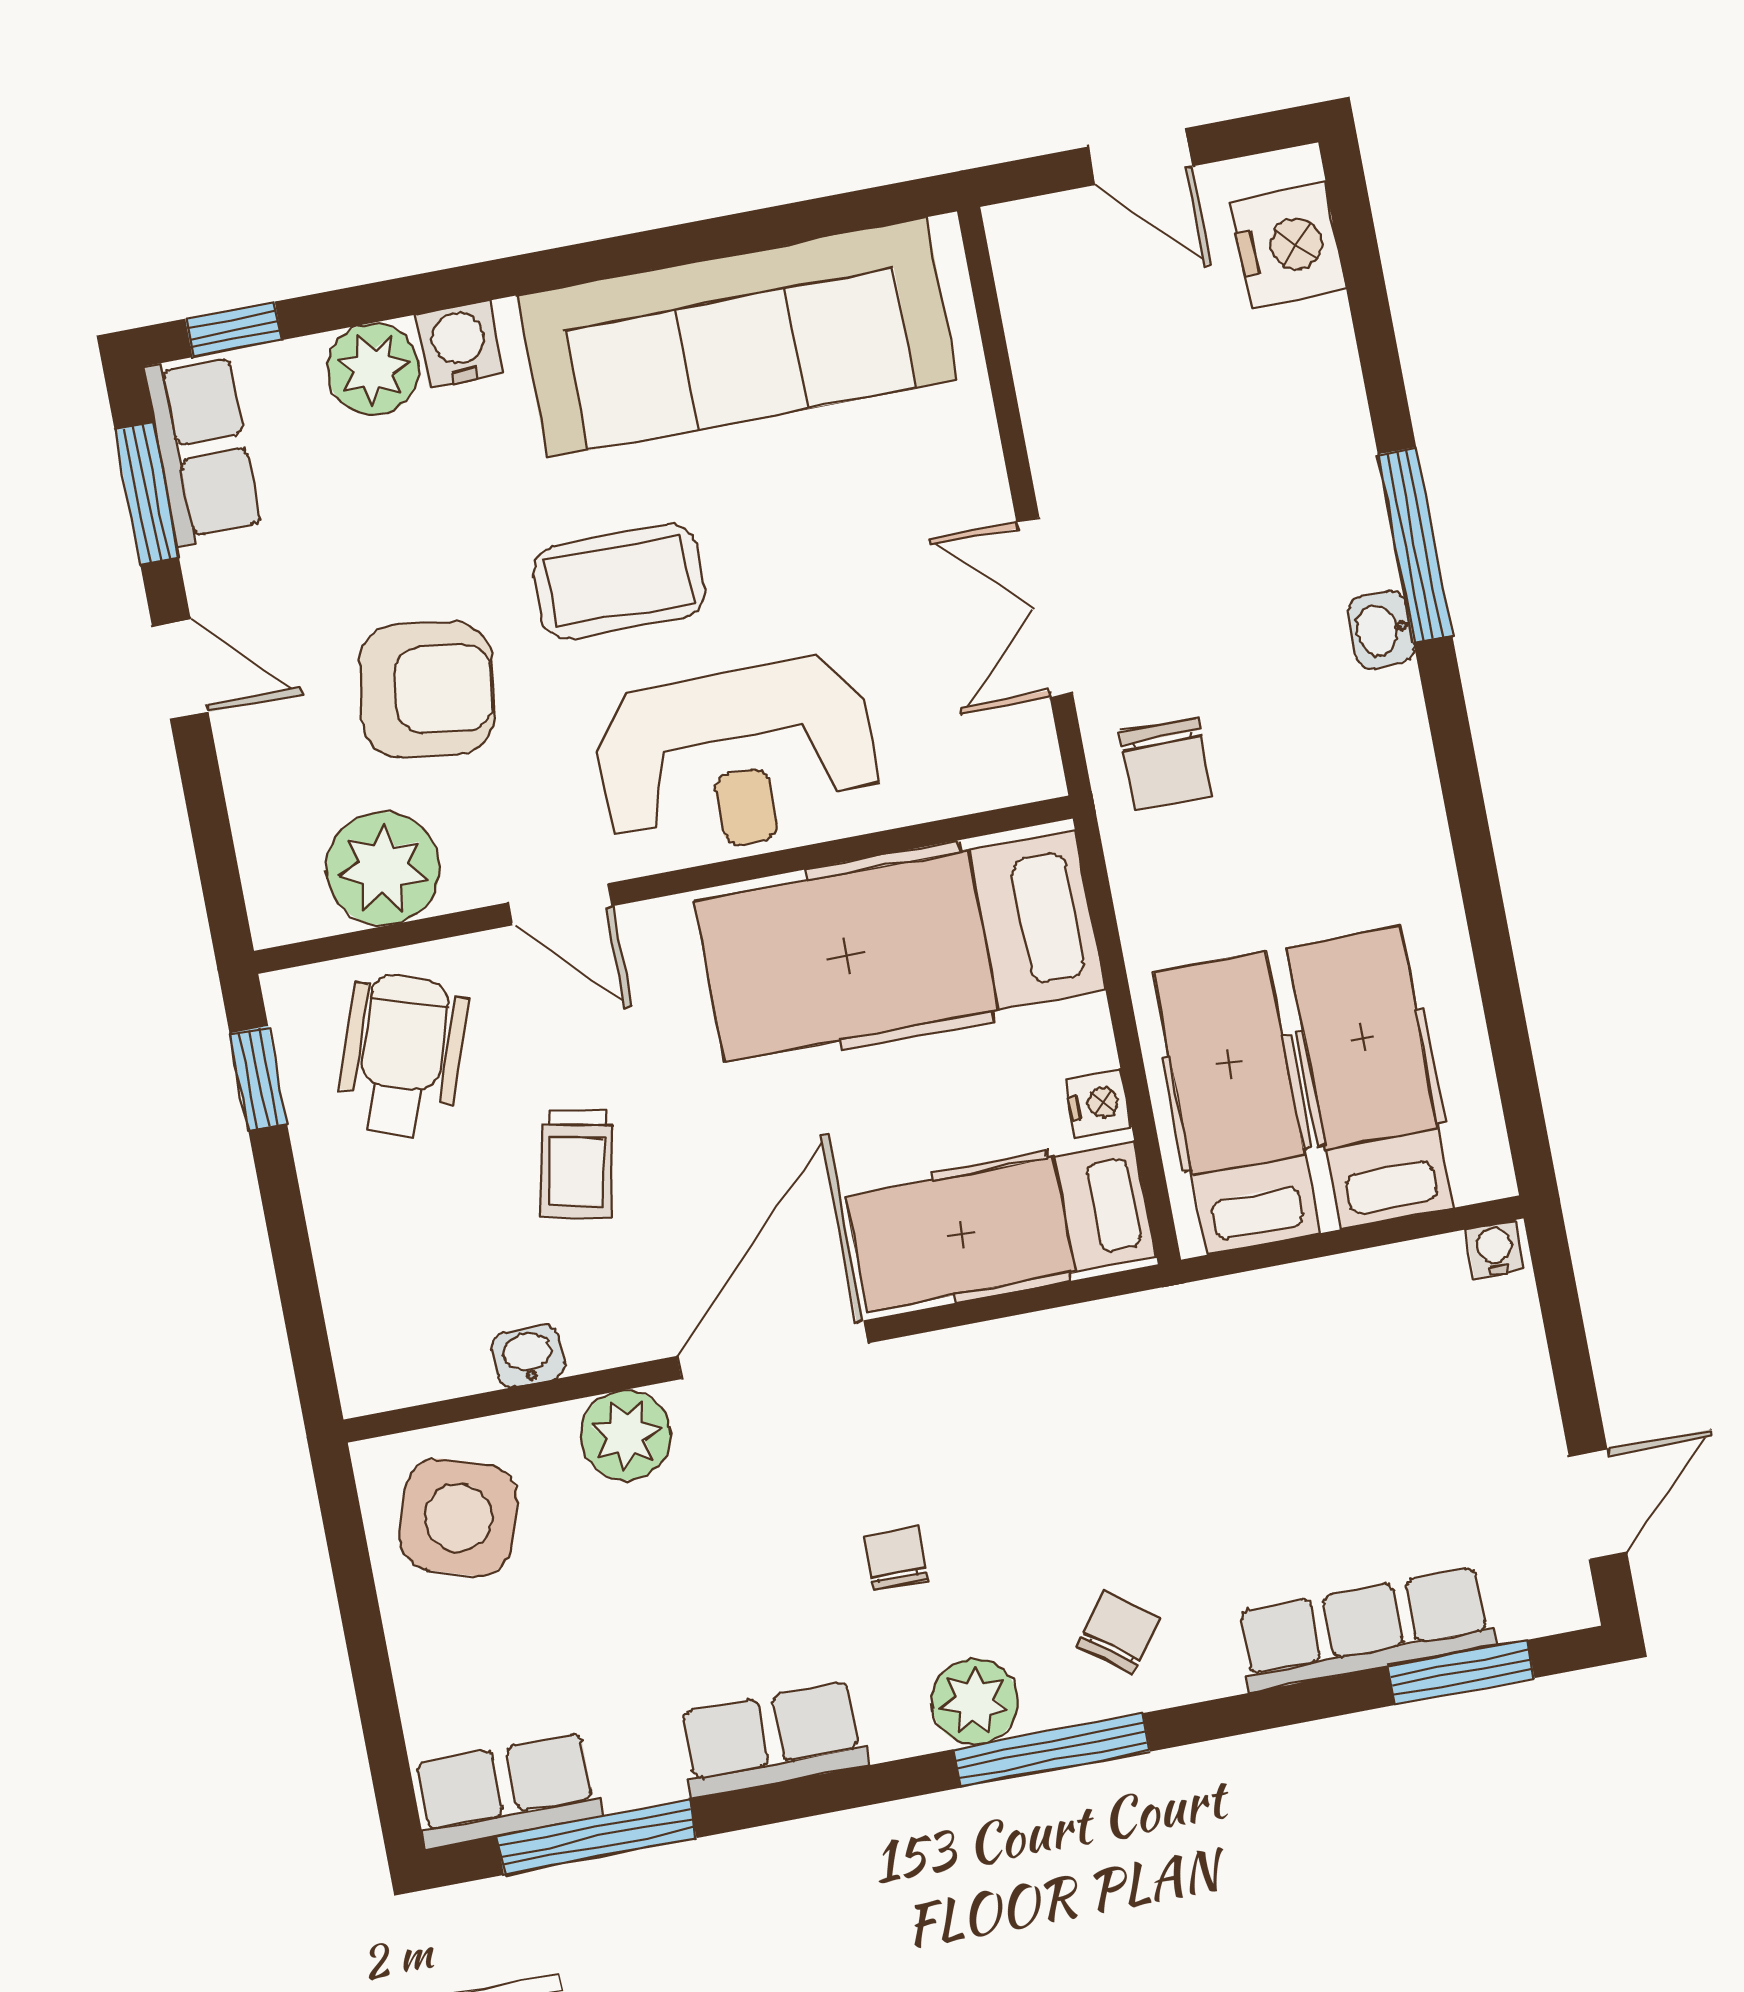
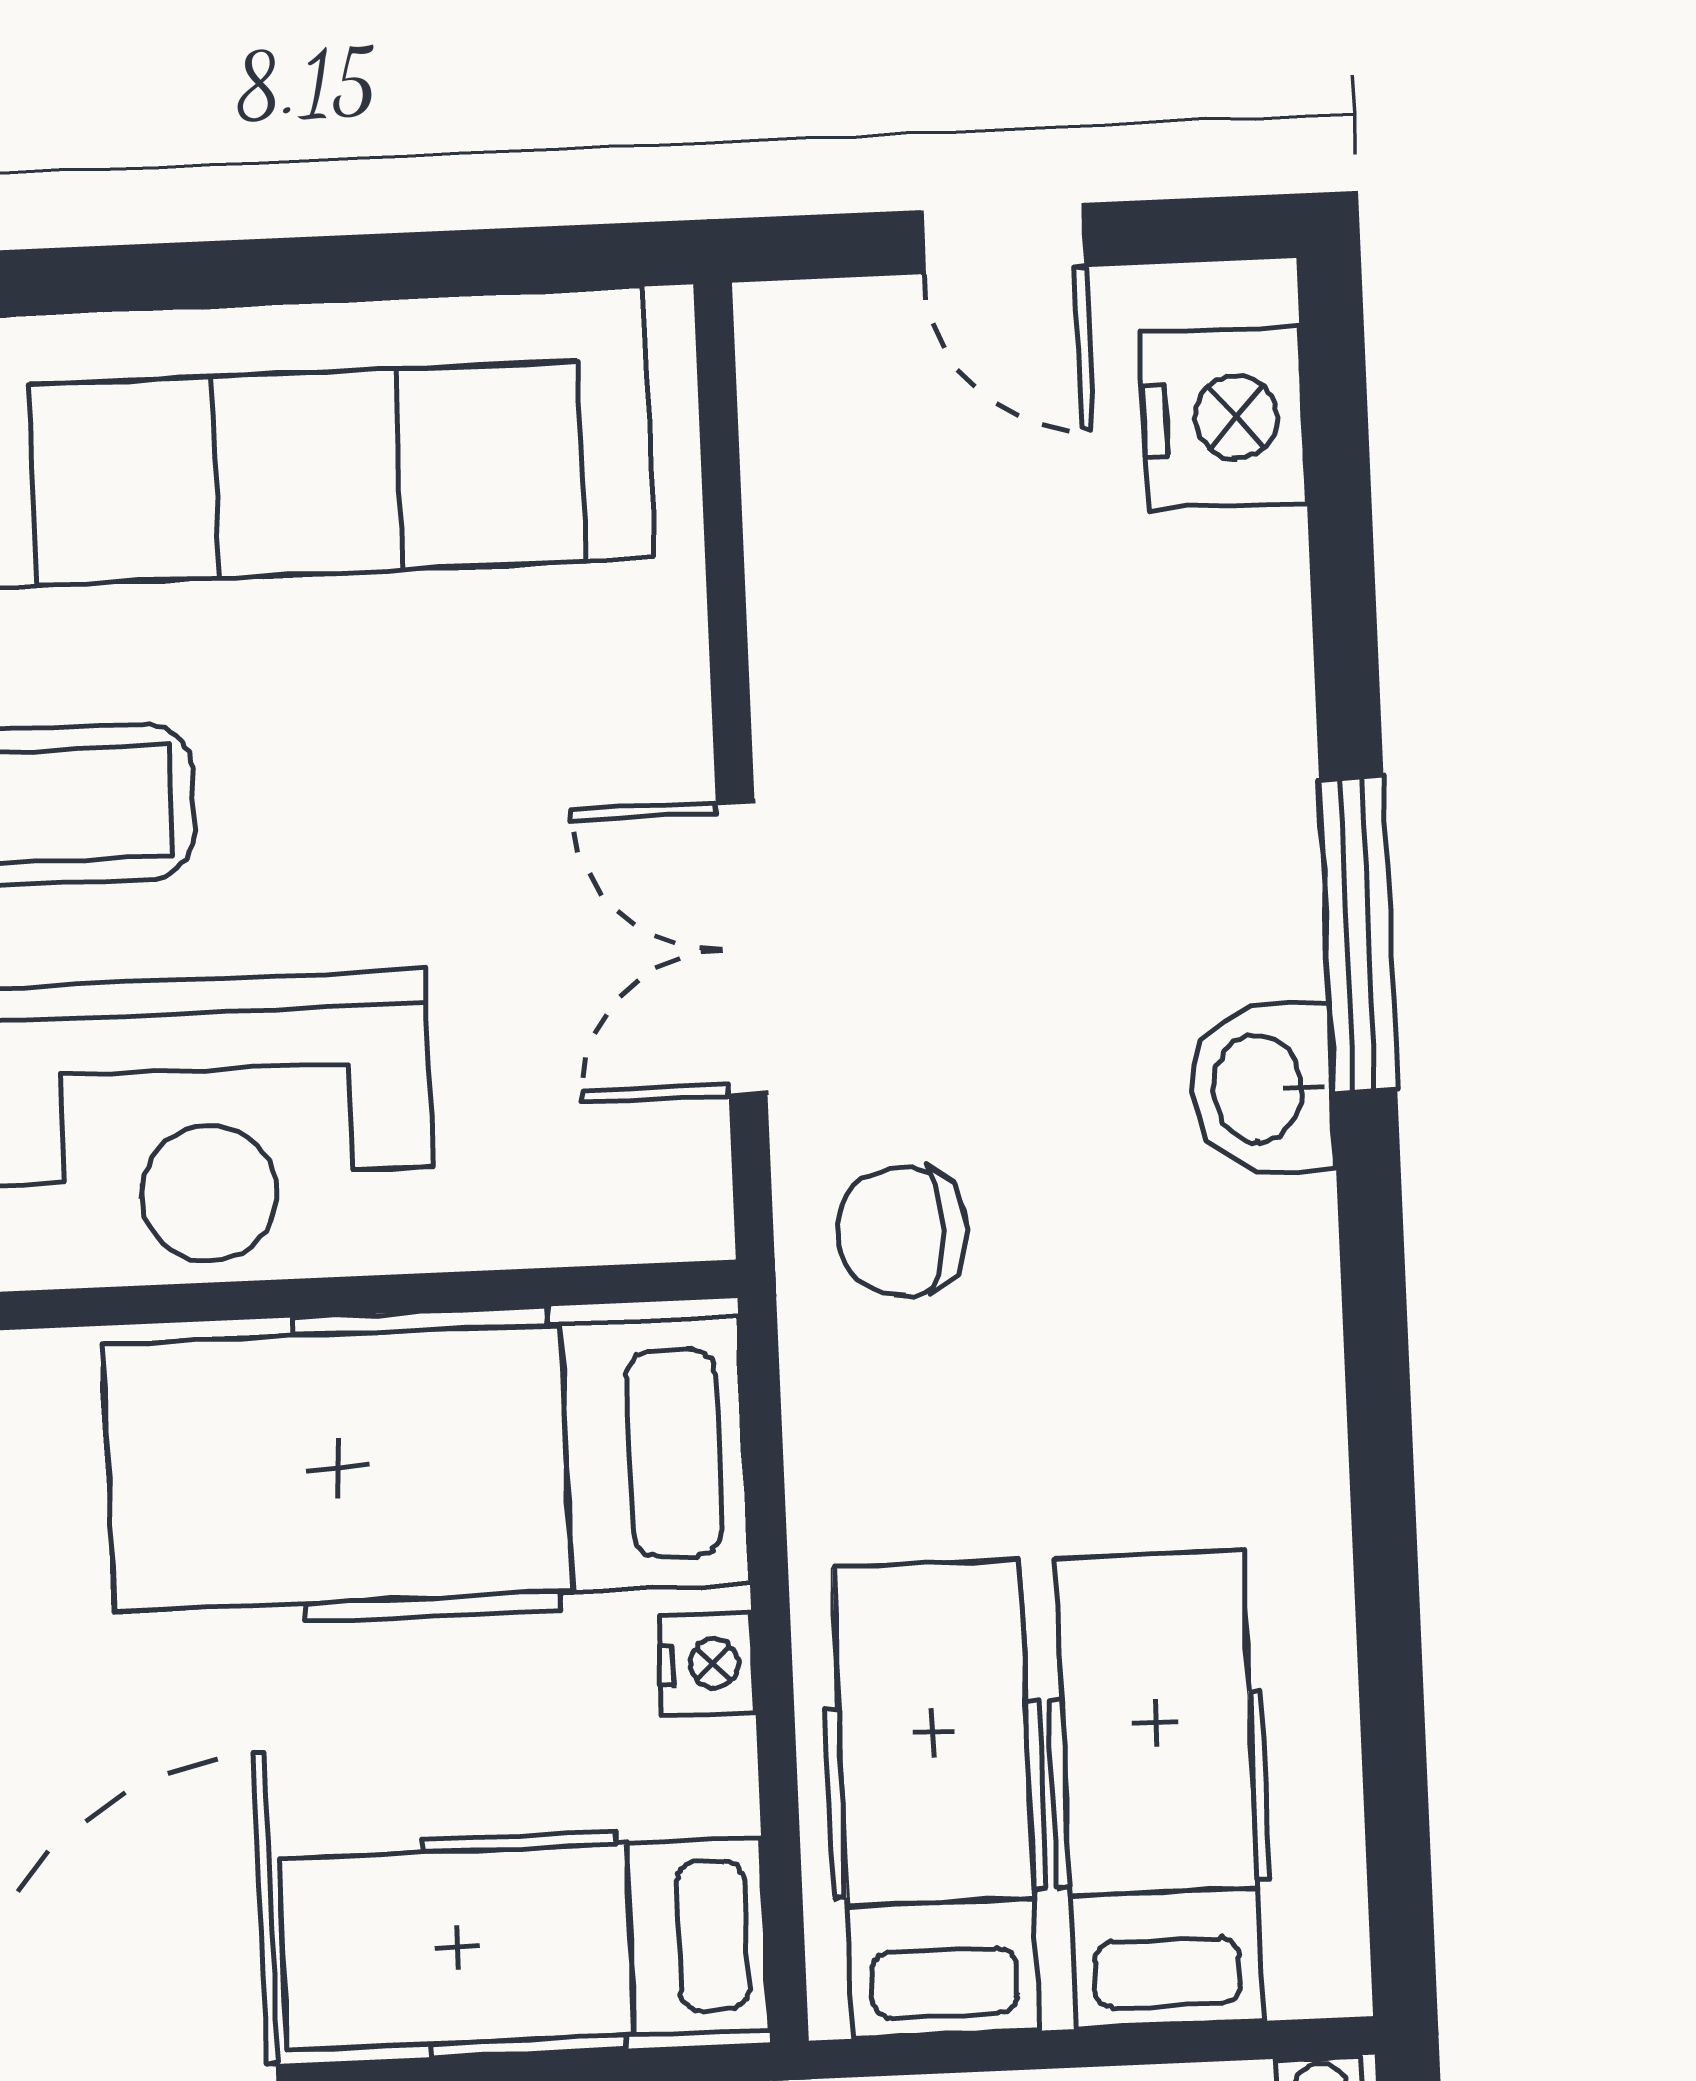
washbasin: (1381, 630) -> (1262, 1089), width x1.38, depth x1.45
chair: (1166, 764) -> (902, 1231), turned 90
nightstand: (1098, 1103) -> (707, 1664), moved

